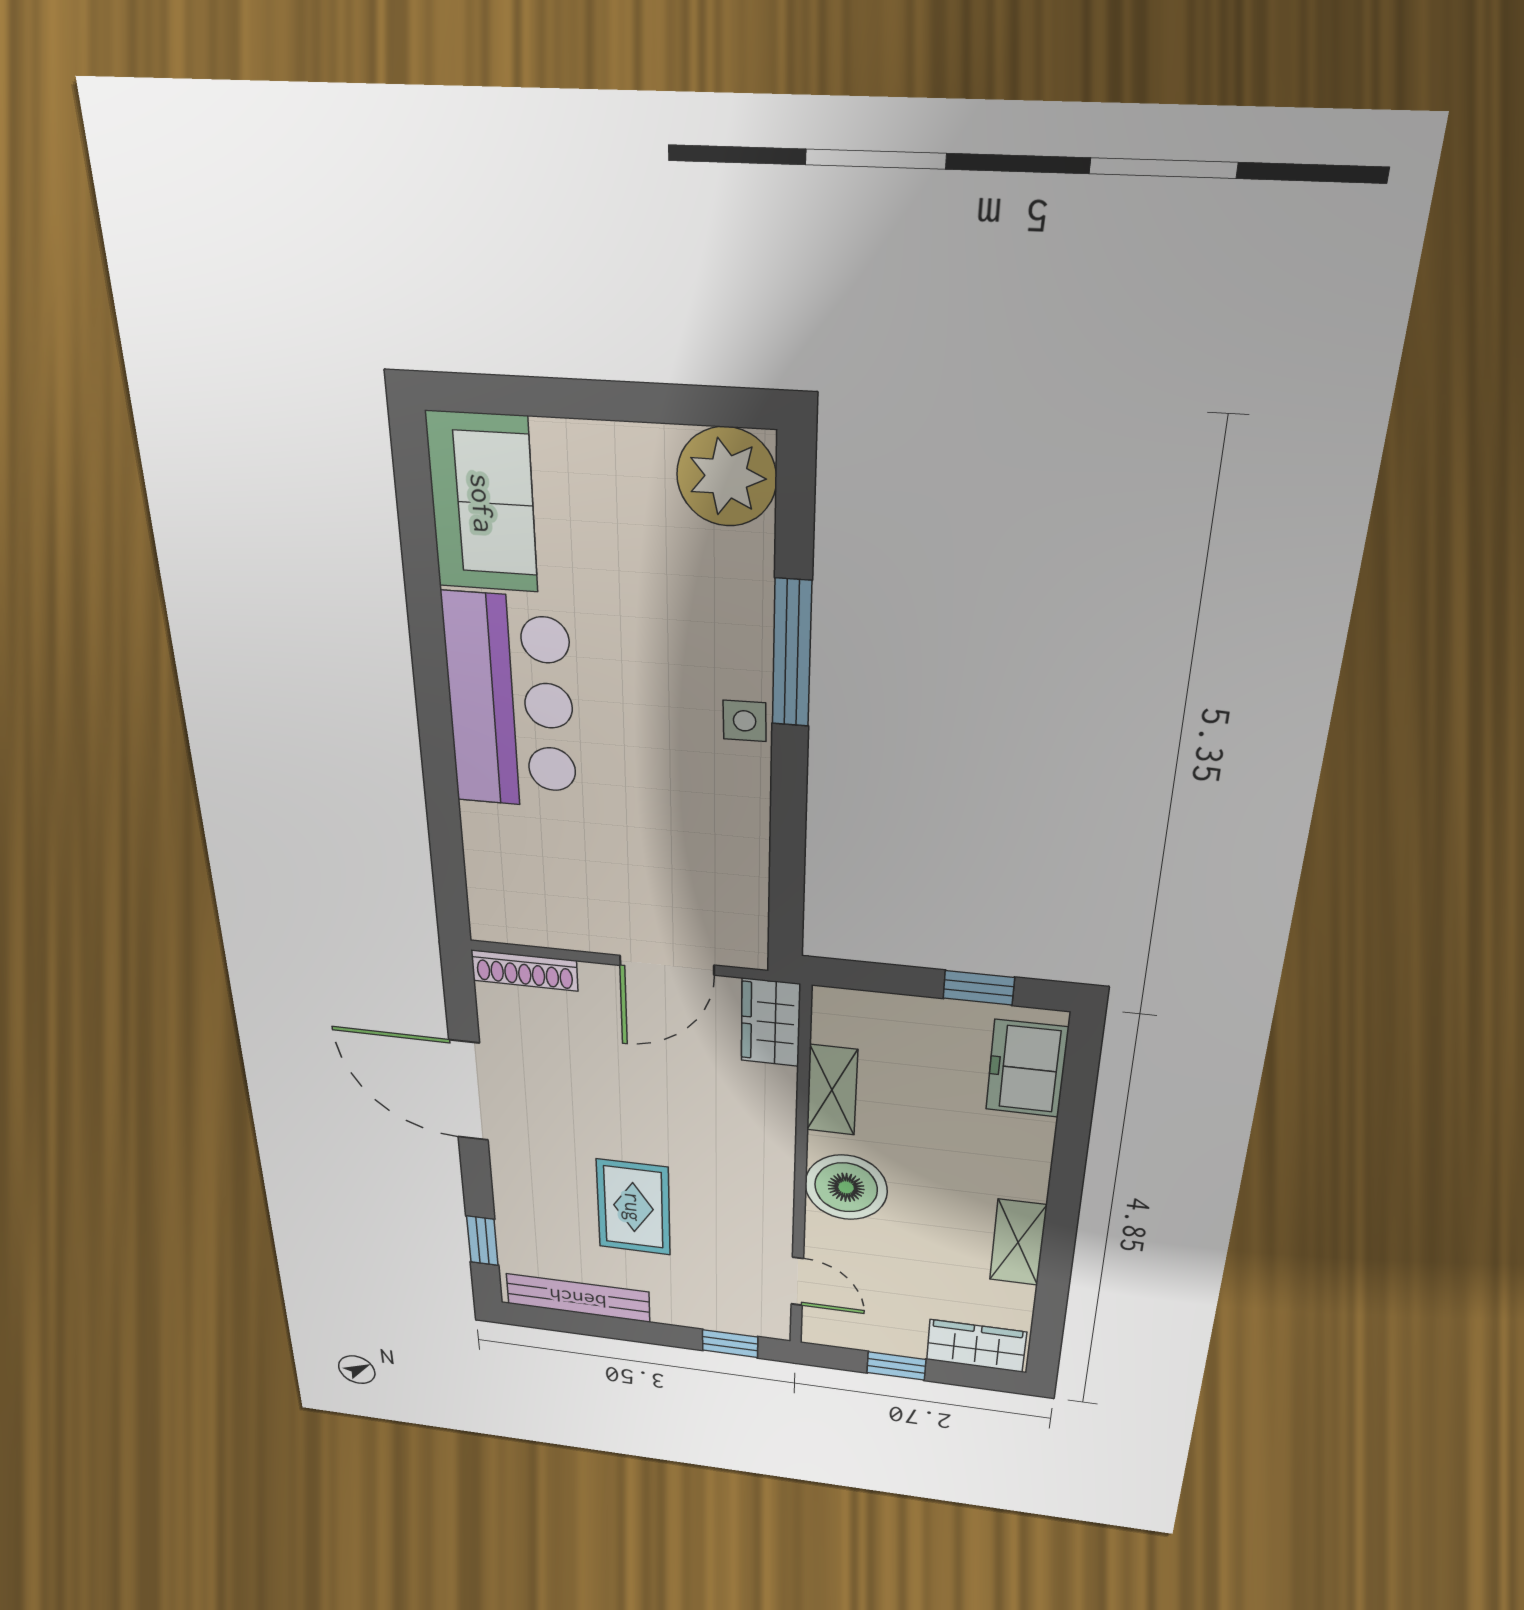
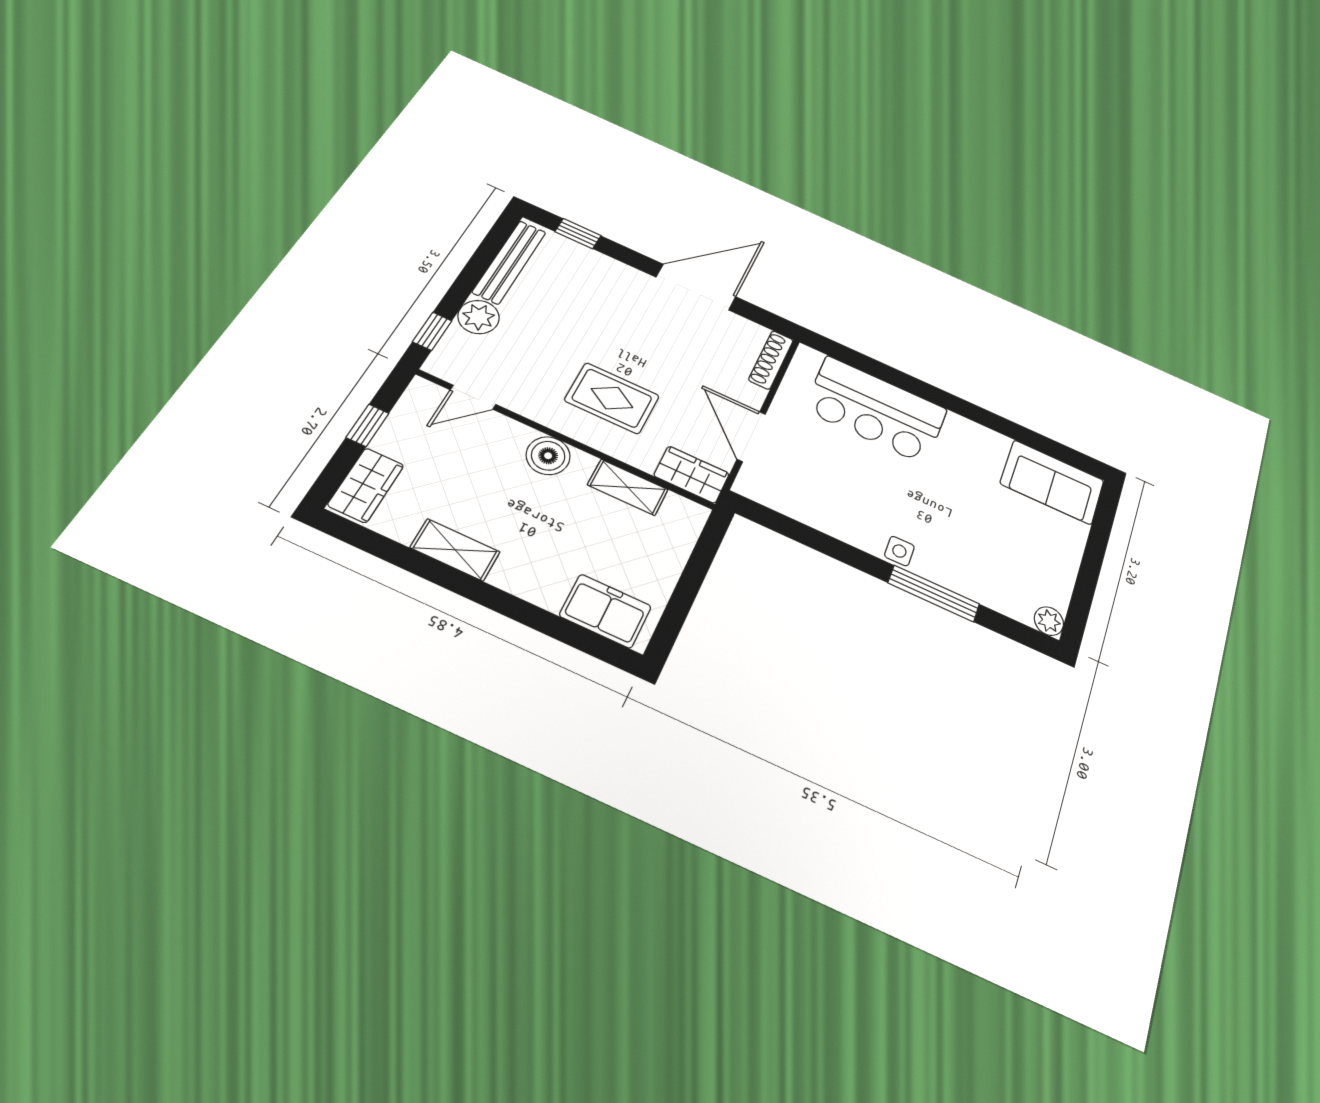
plant: (727, 477) -> (1049, 621), width x0.53, depth x0.53
bar counter: (510, 703) -> (876, 410), moved
window: (979, 988) -> (679, 606), removed
boiler: (846, 1187) -> (548, 456), width x0.73, depth x0.73
rug: (633, 1207) -> (612, 398), moved
plant: (680, 1306) -> (479, 317), added

